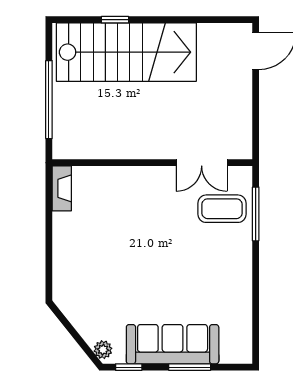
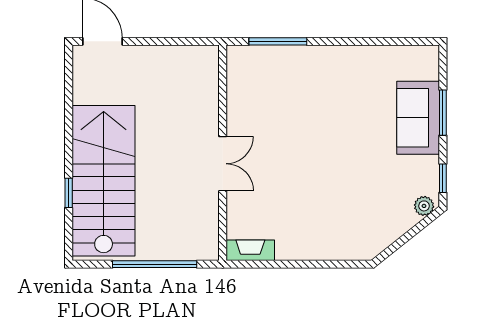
double door: (202, 163) -> (223, 164), moved
coffee table: (222, 209) -> (272, 78), removed
sofa: (173, 344) -> (418, 118), width x0.73

